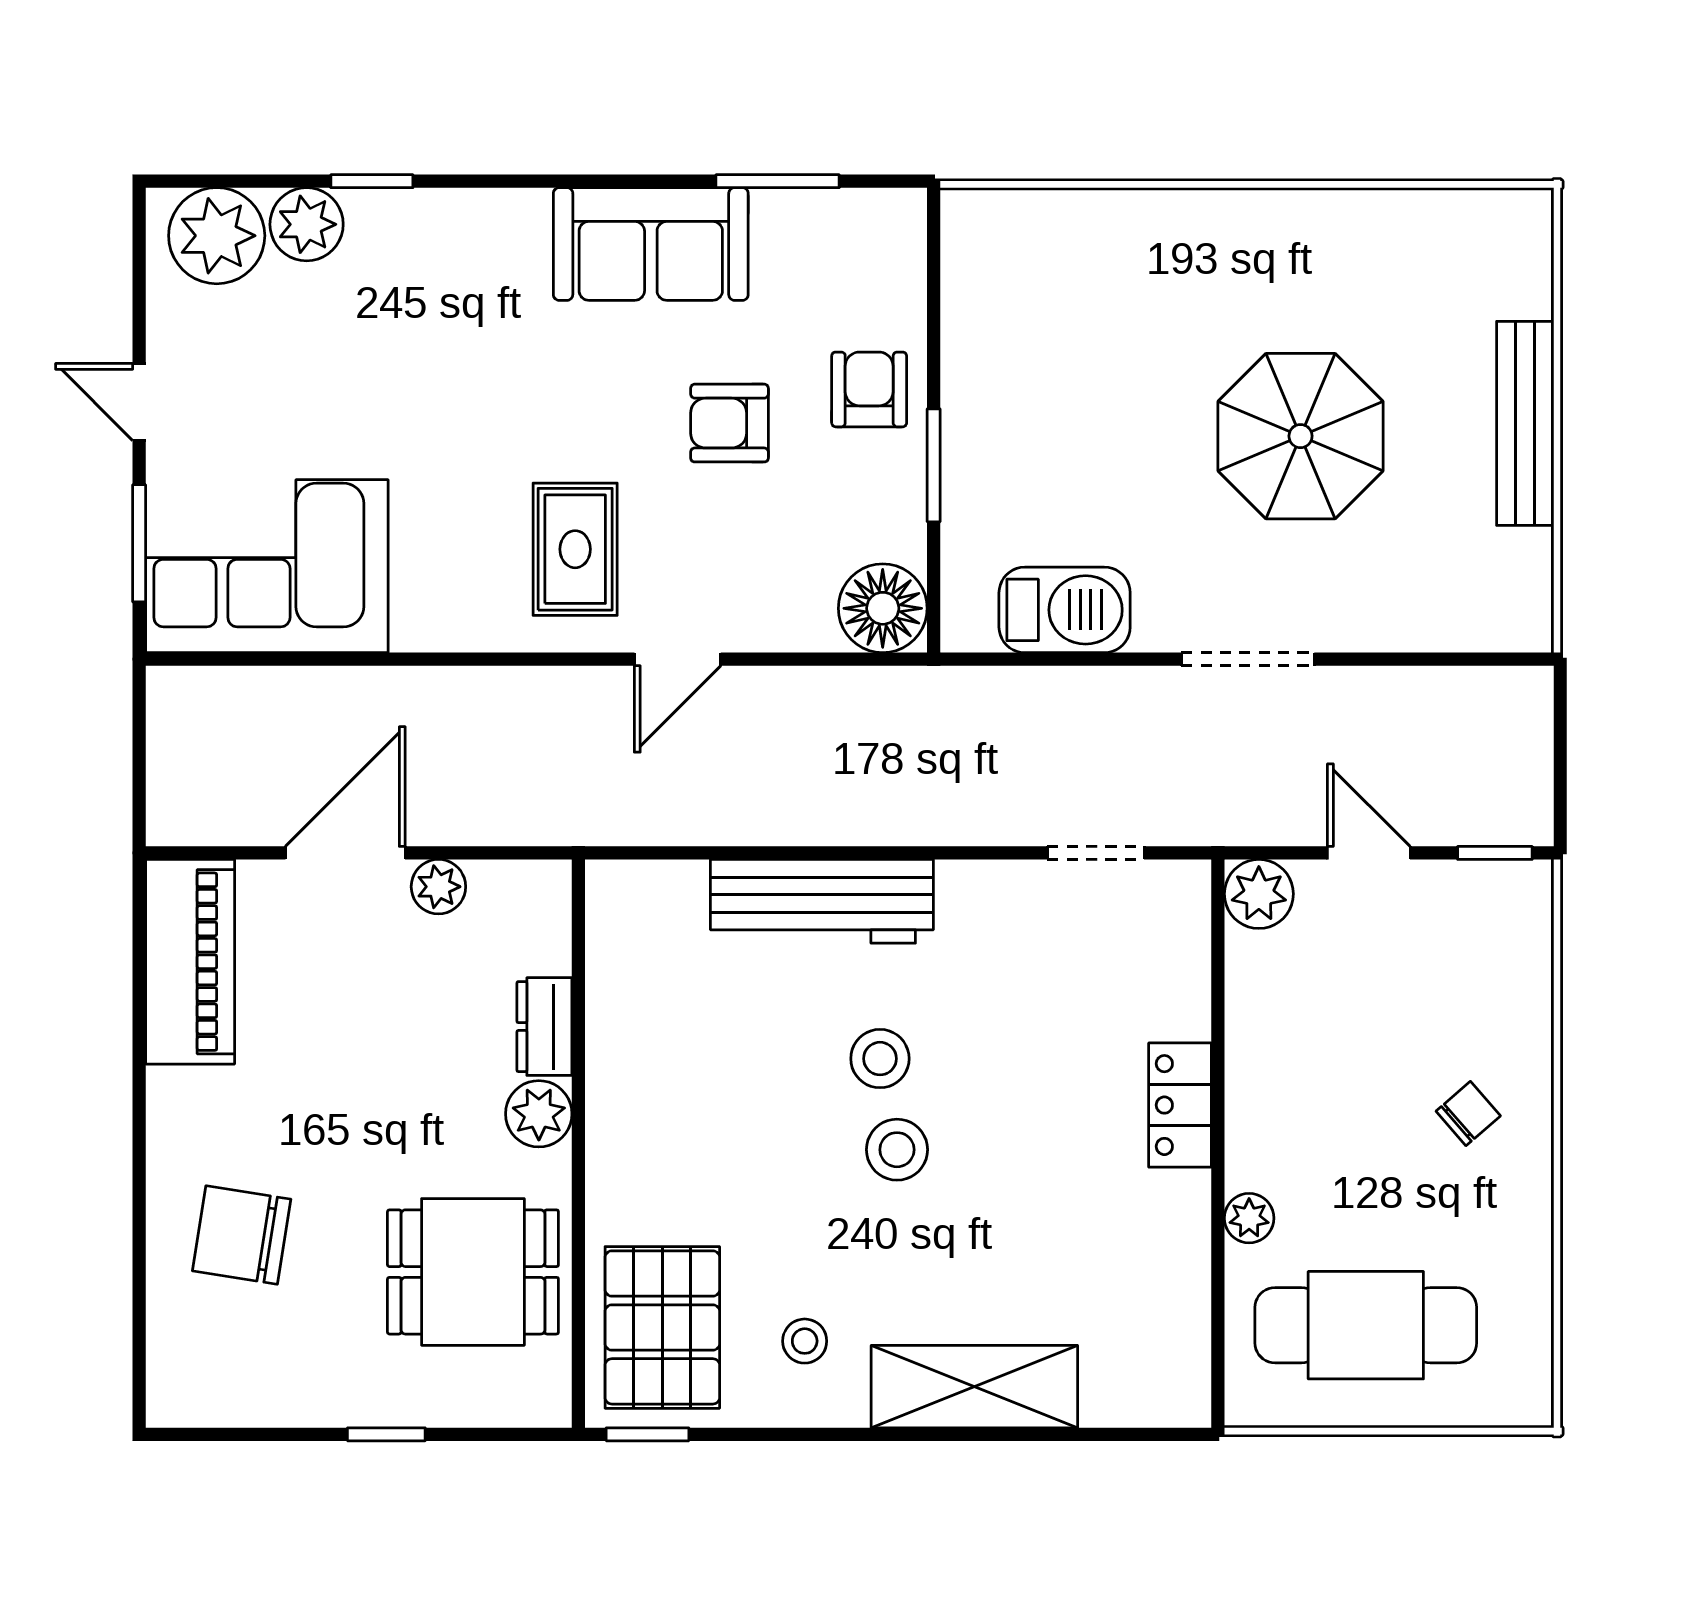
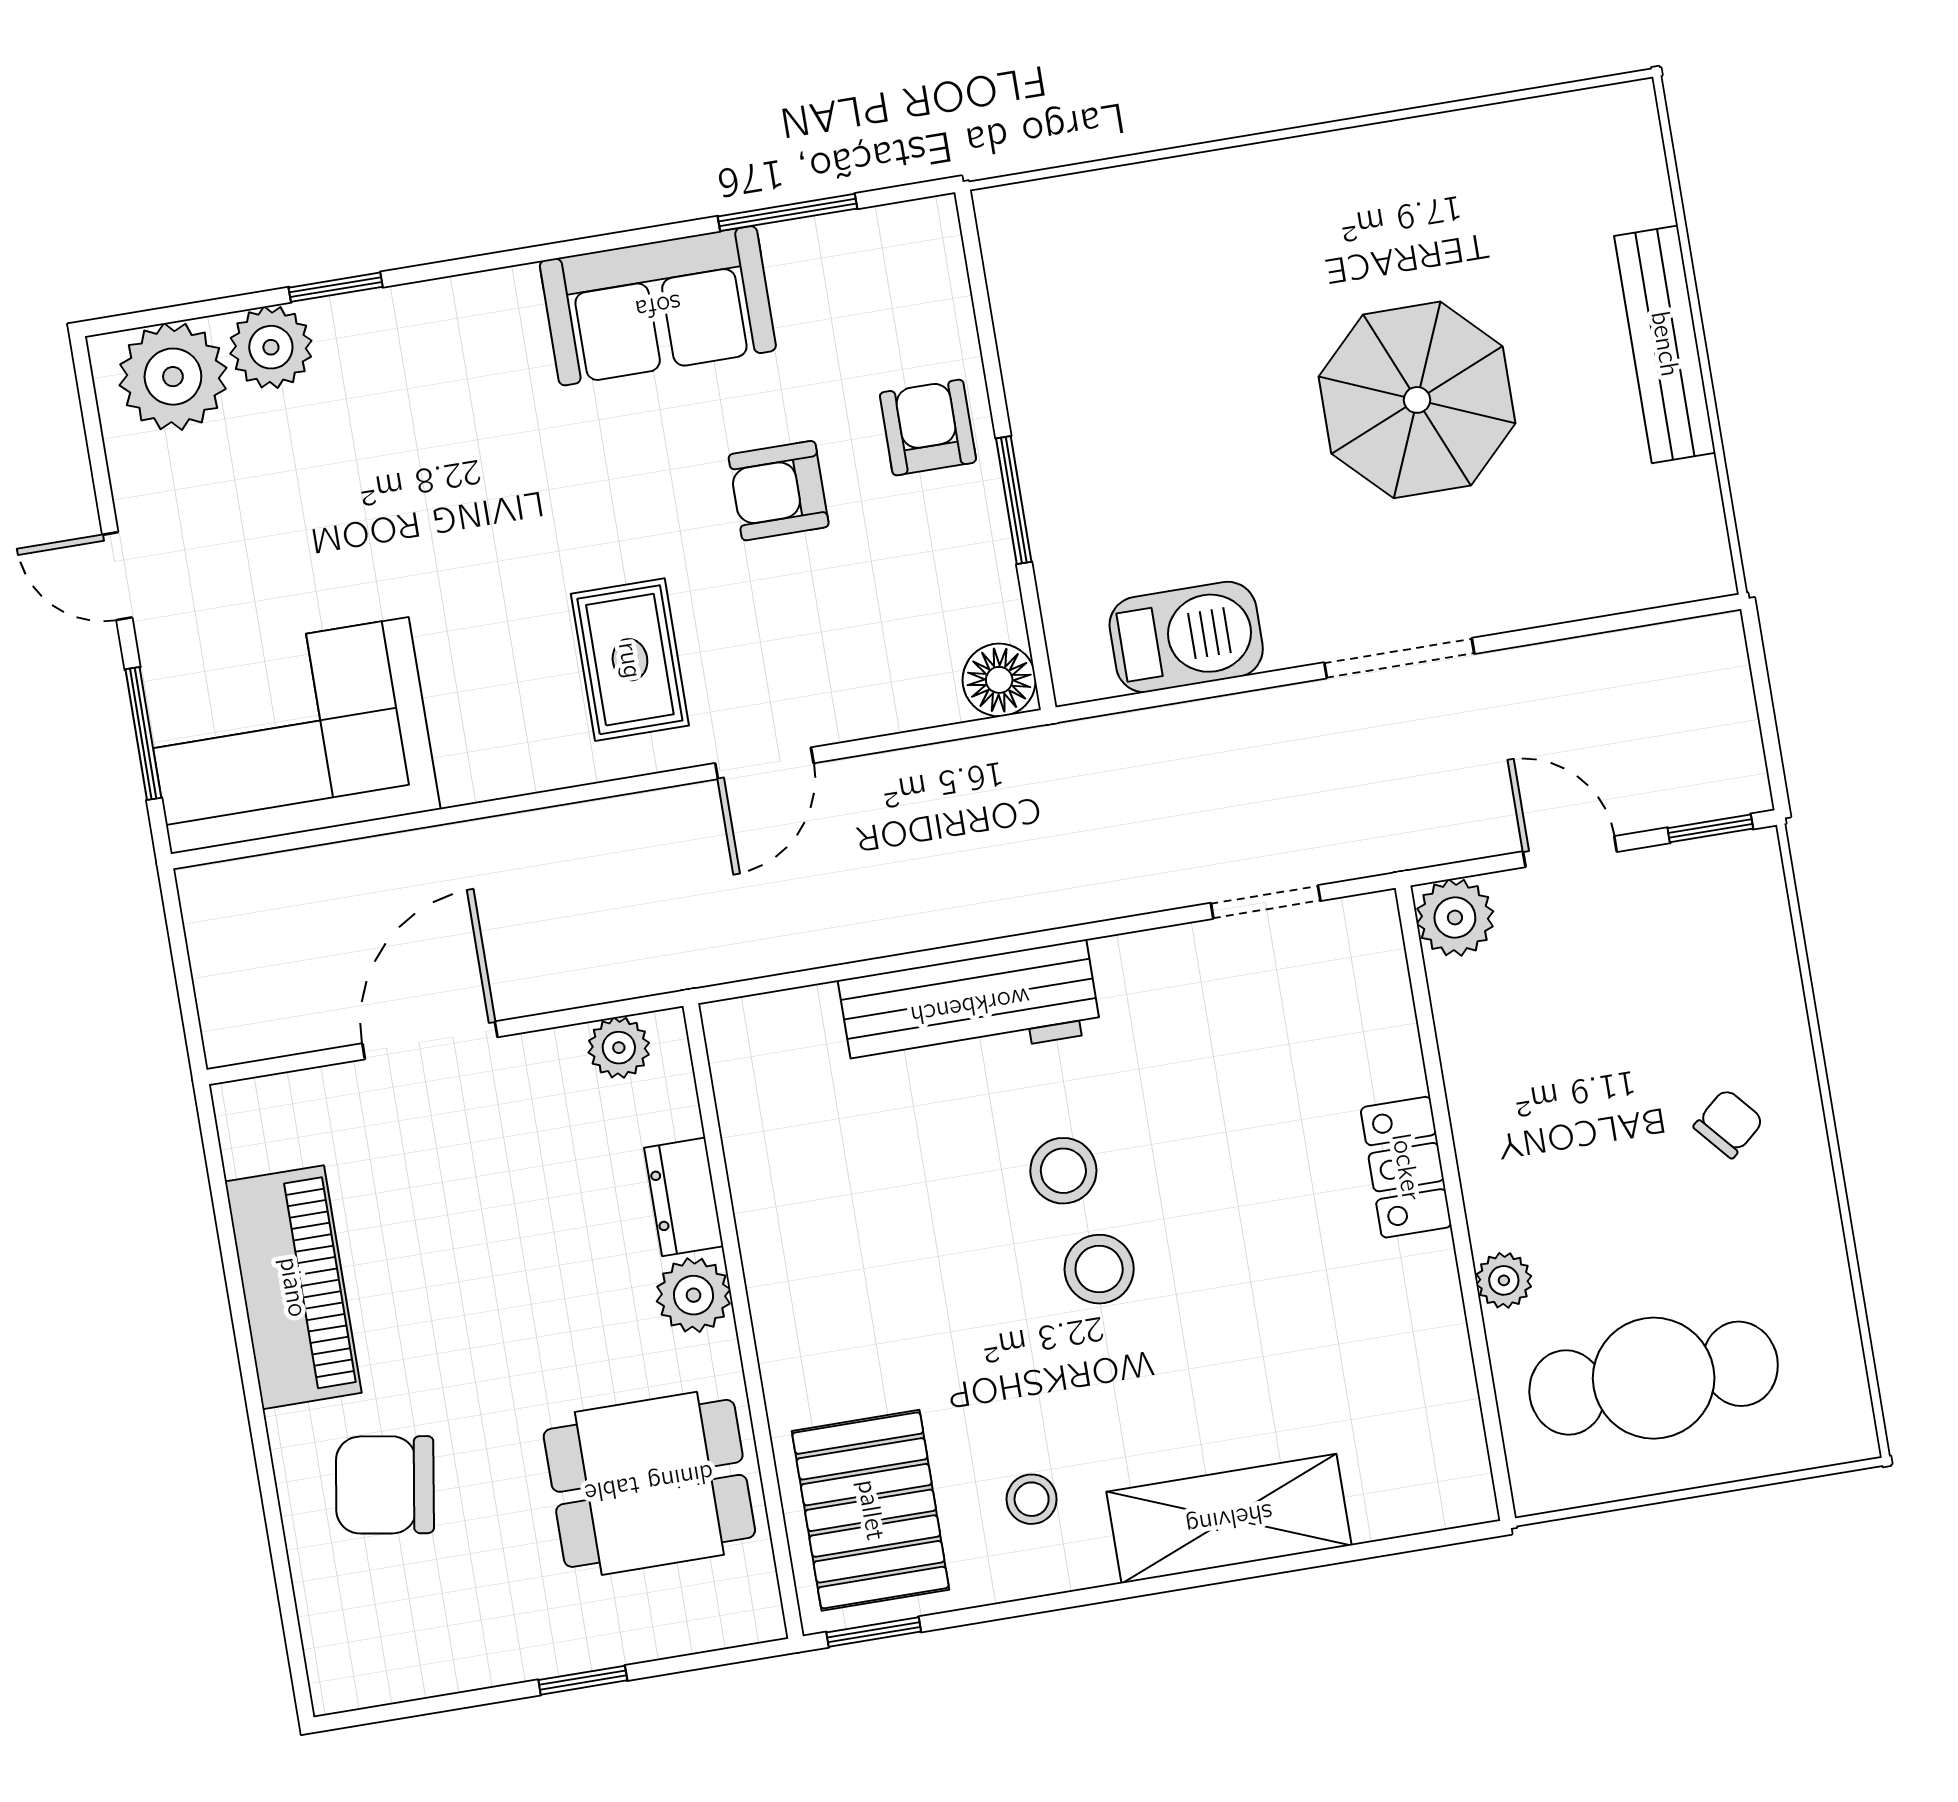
floor lamp: (883, 608) -> (999, 680), width x0.73, depth x0.73
plant: (438, 887) -> (619, 1048), moved
piano: (190, 962) -> (293, 1287), moved

